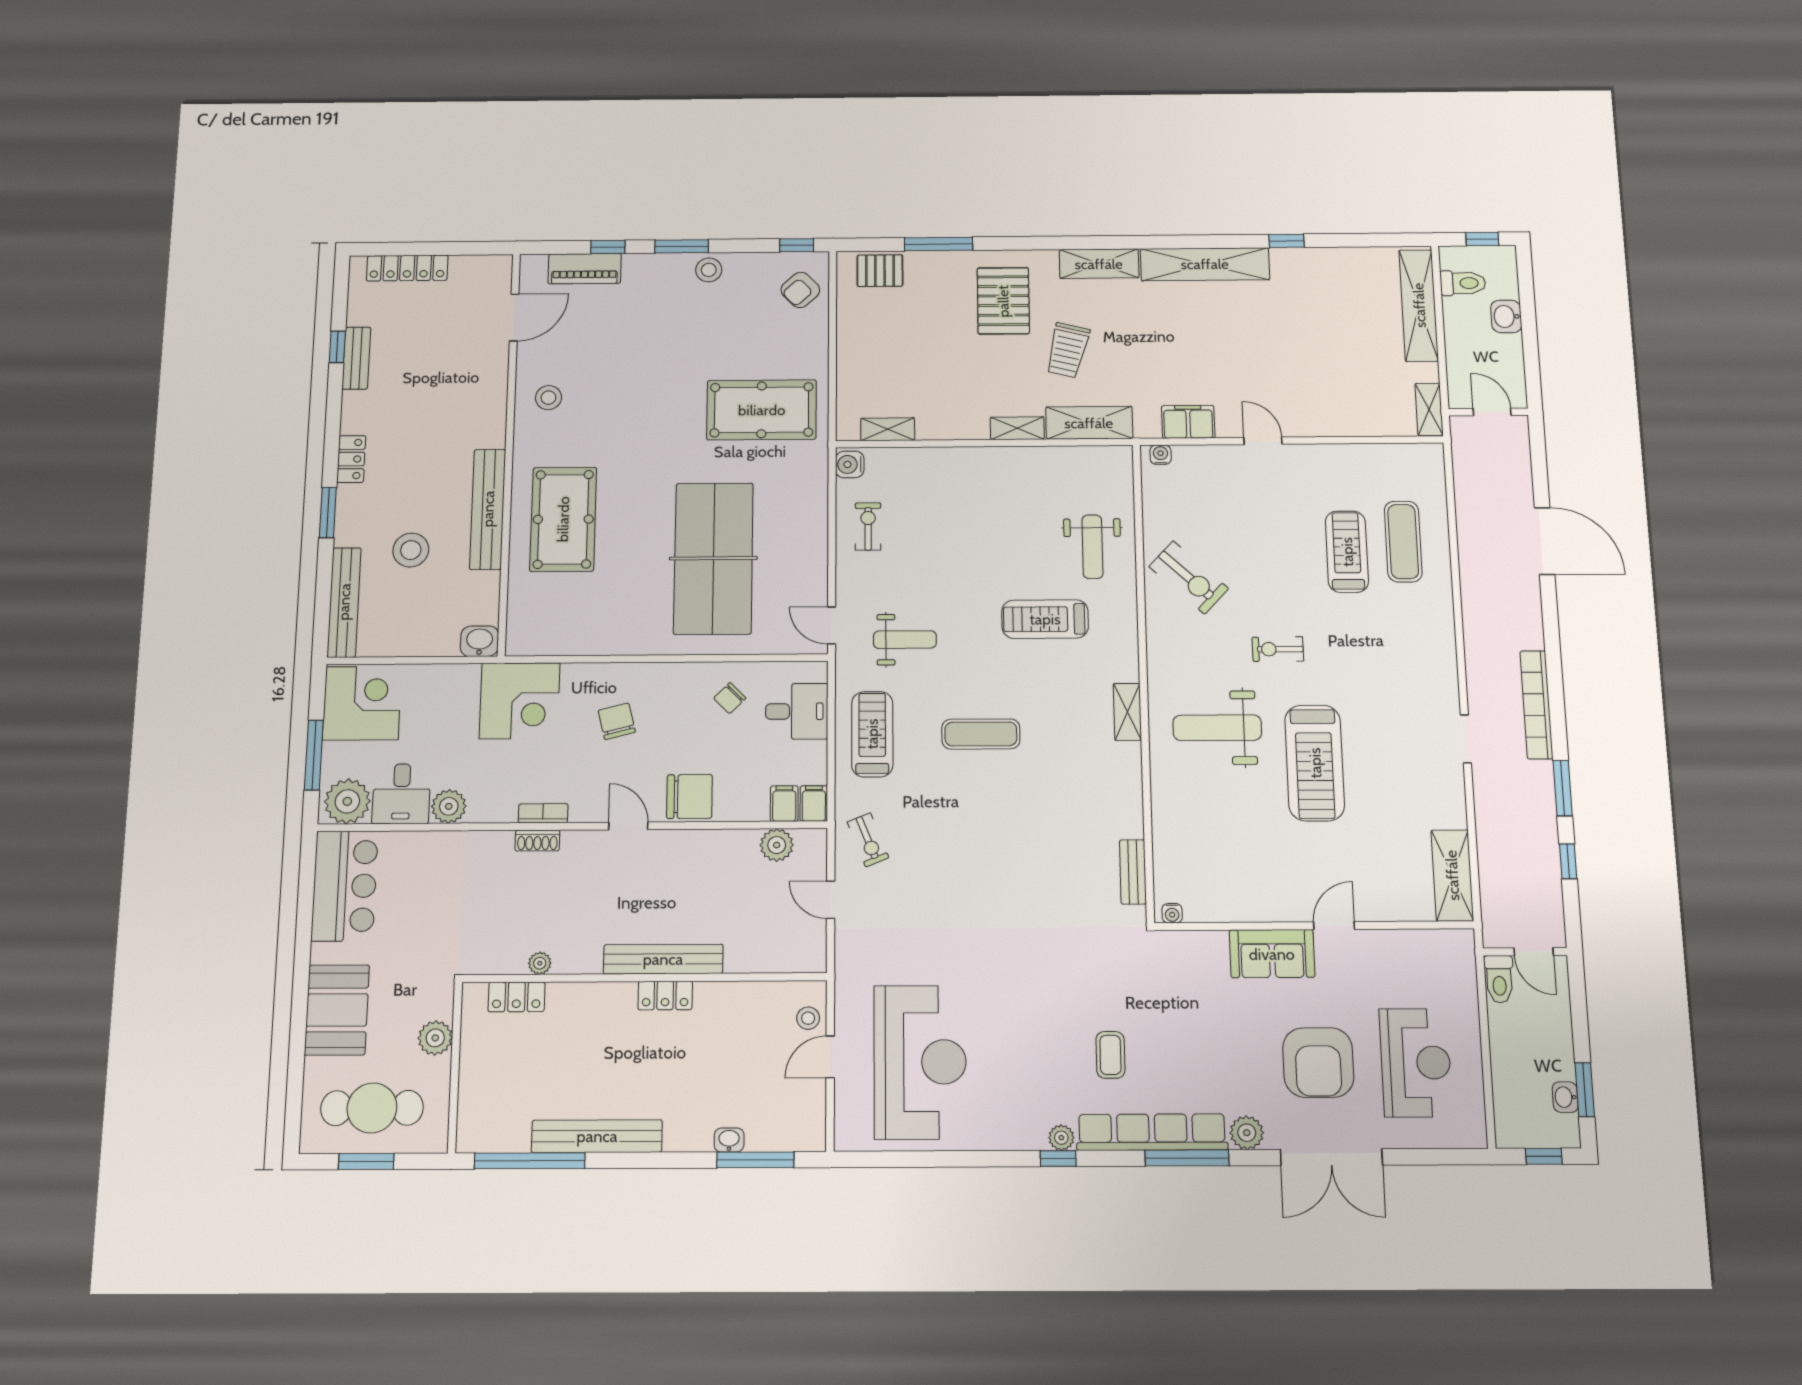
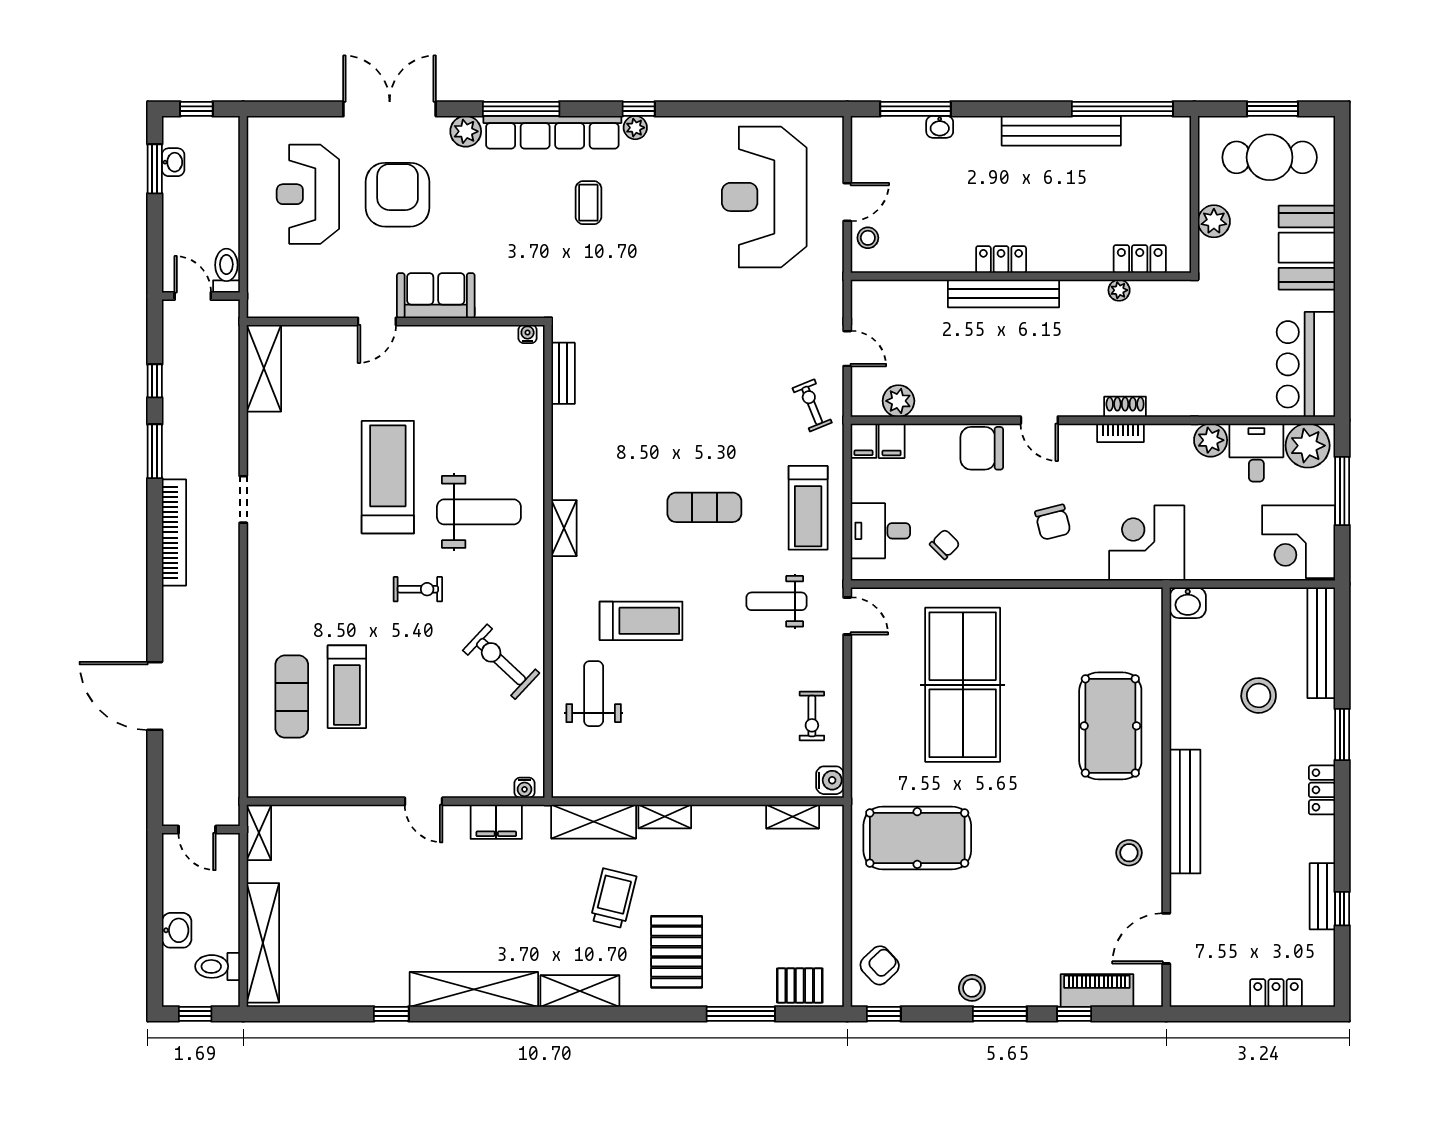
locker: (407, 268) -> (1276, 993), width x0.66
bench: (488, 509) -> (1185, 812), moved

